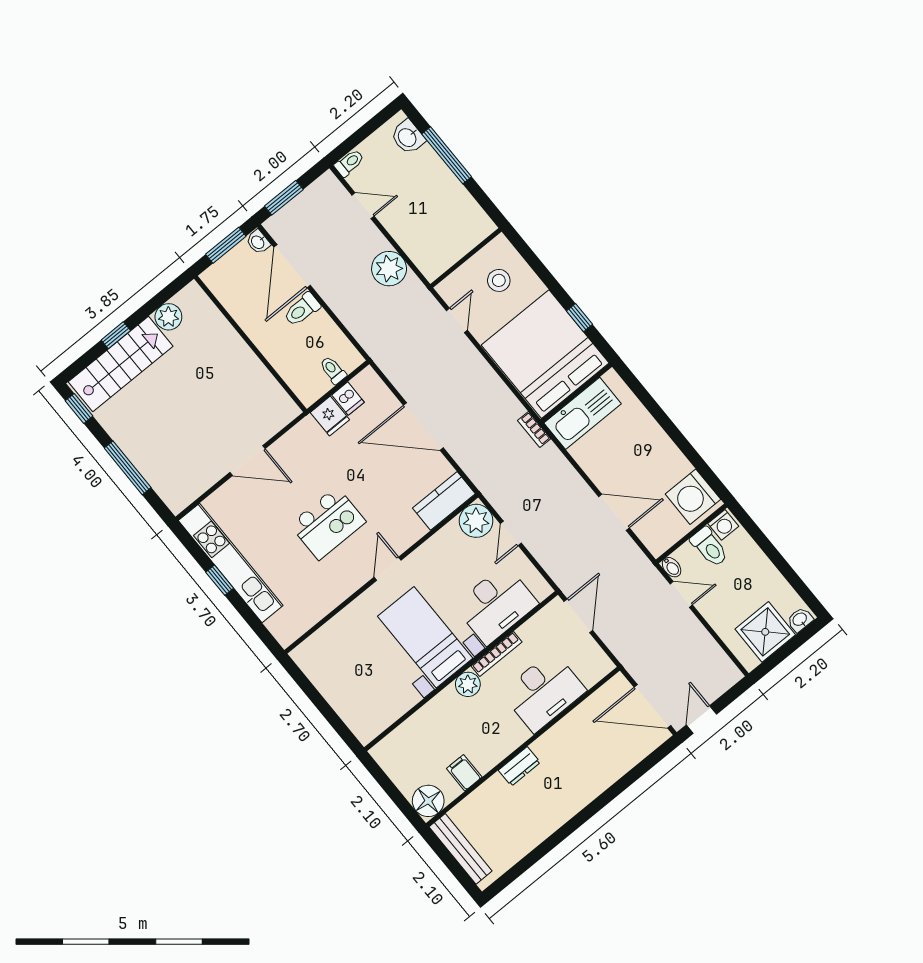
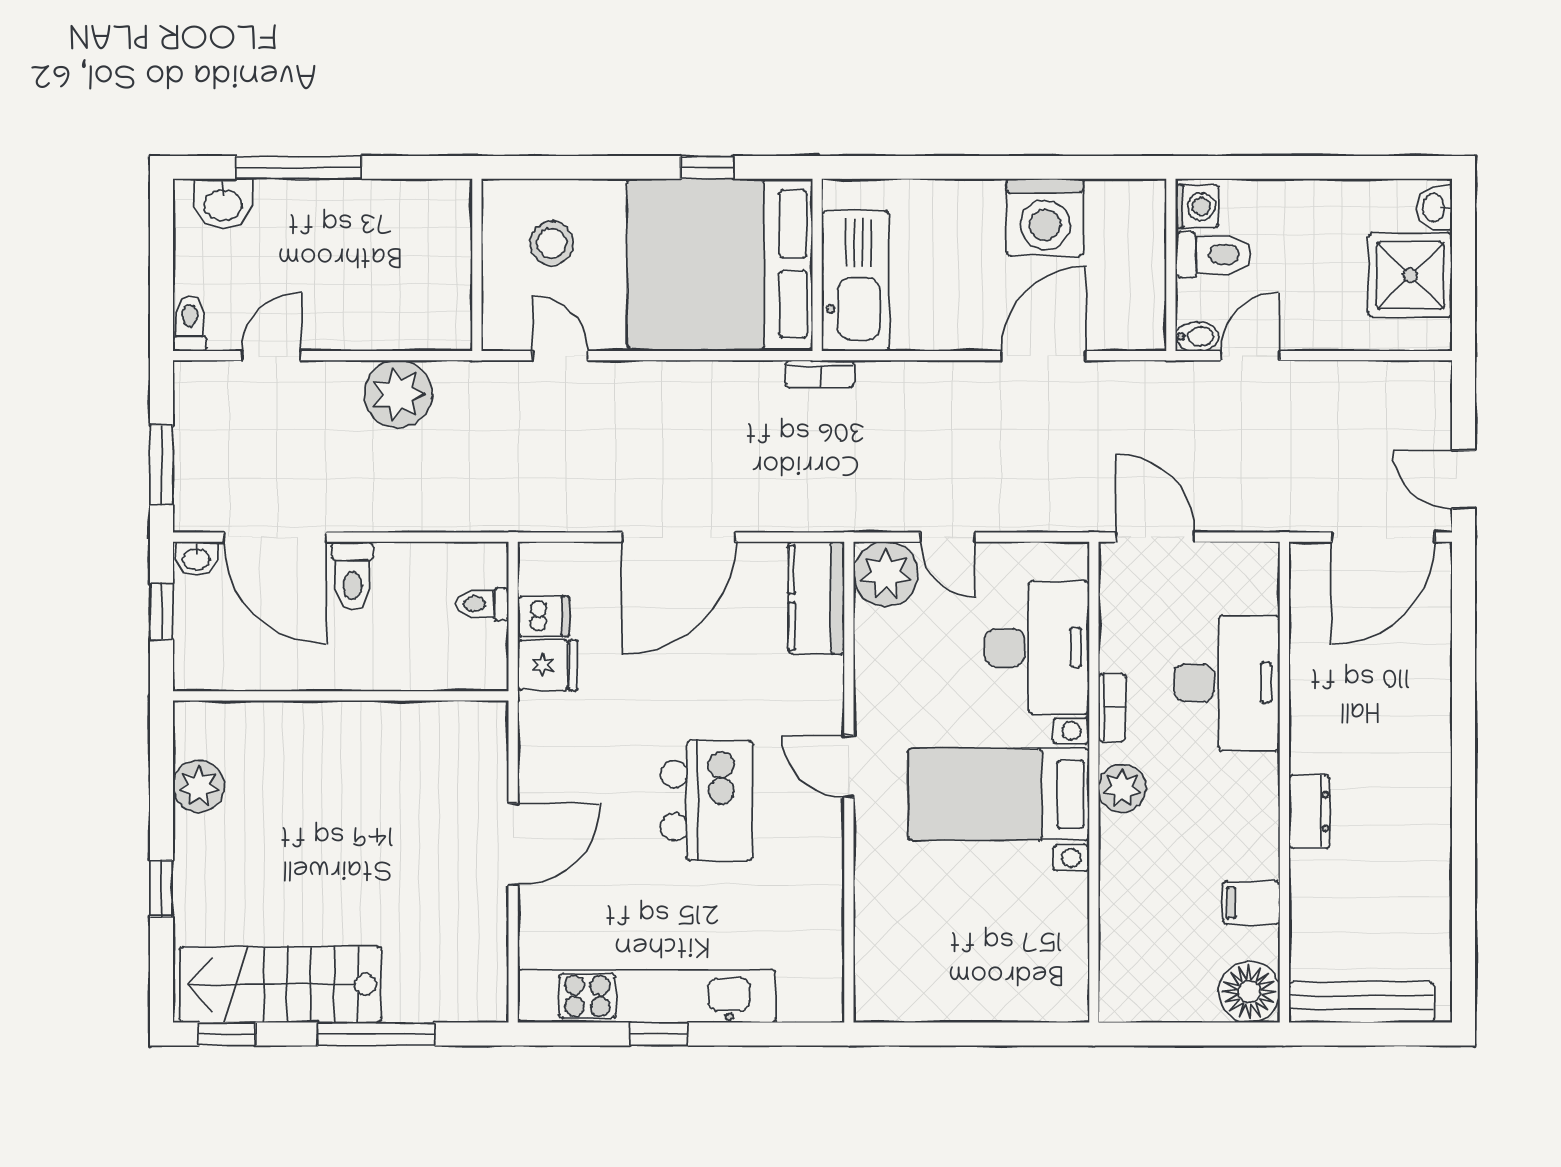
window: (226, 245) -> (161, 611), width x0.67
stairs: (121, 364) -> (281, 985), moved, turned -90
washing machine: (693, 497) -> (1045, 217), moved
bookcase: (497, 654) -> (1112, 707), width x0.64

